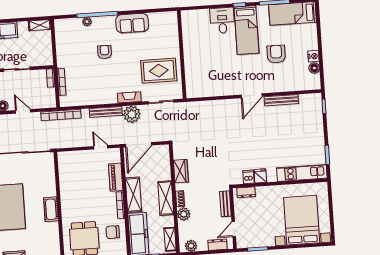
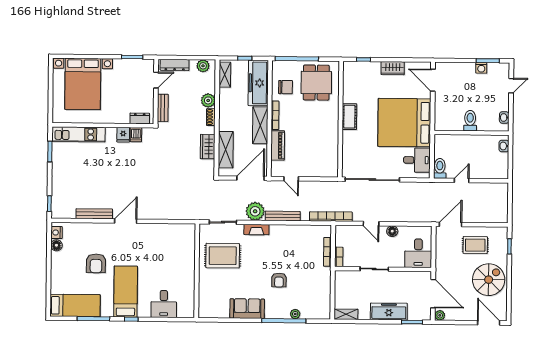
desk: (222, 20) -> (164, 304), moved
nightstand: (314, 56) -> (56, 233), moved
shelving: (166, 198) -> (226, 150), moved
dresser: (218, 245) -> (175, 65), width x1.44

